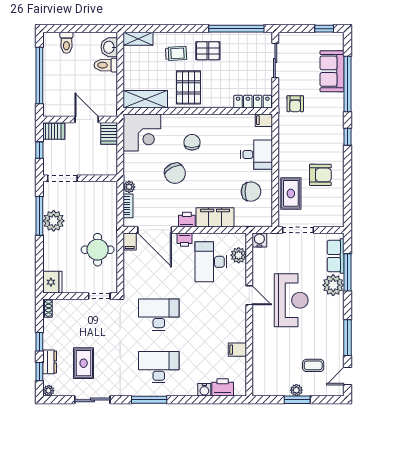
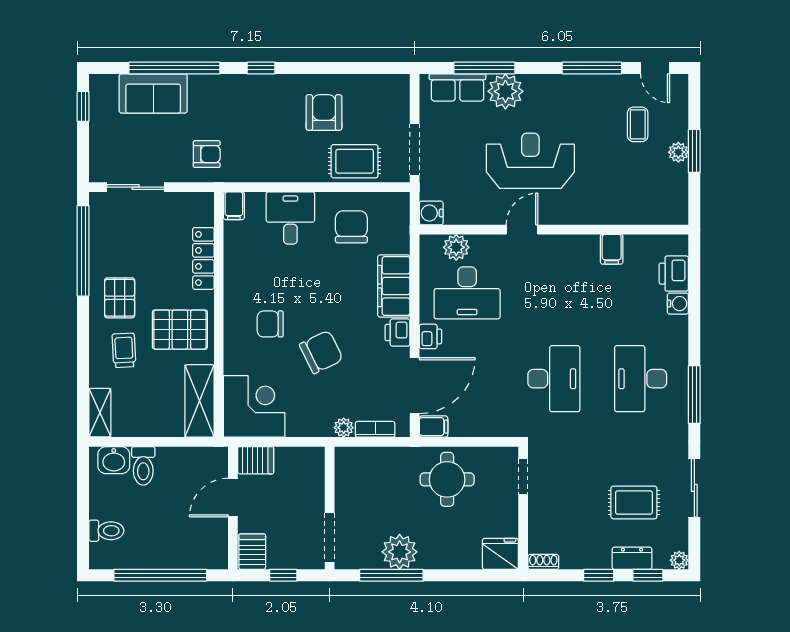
locker: (253, 102) -> (203, 258), moved
desk: (159, 315) -> (554, 379), turned 180

